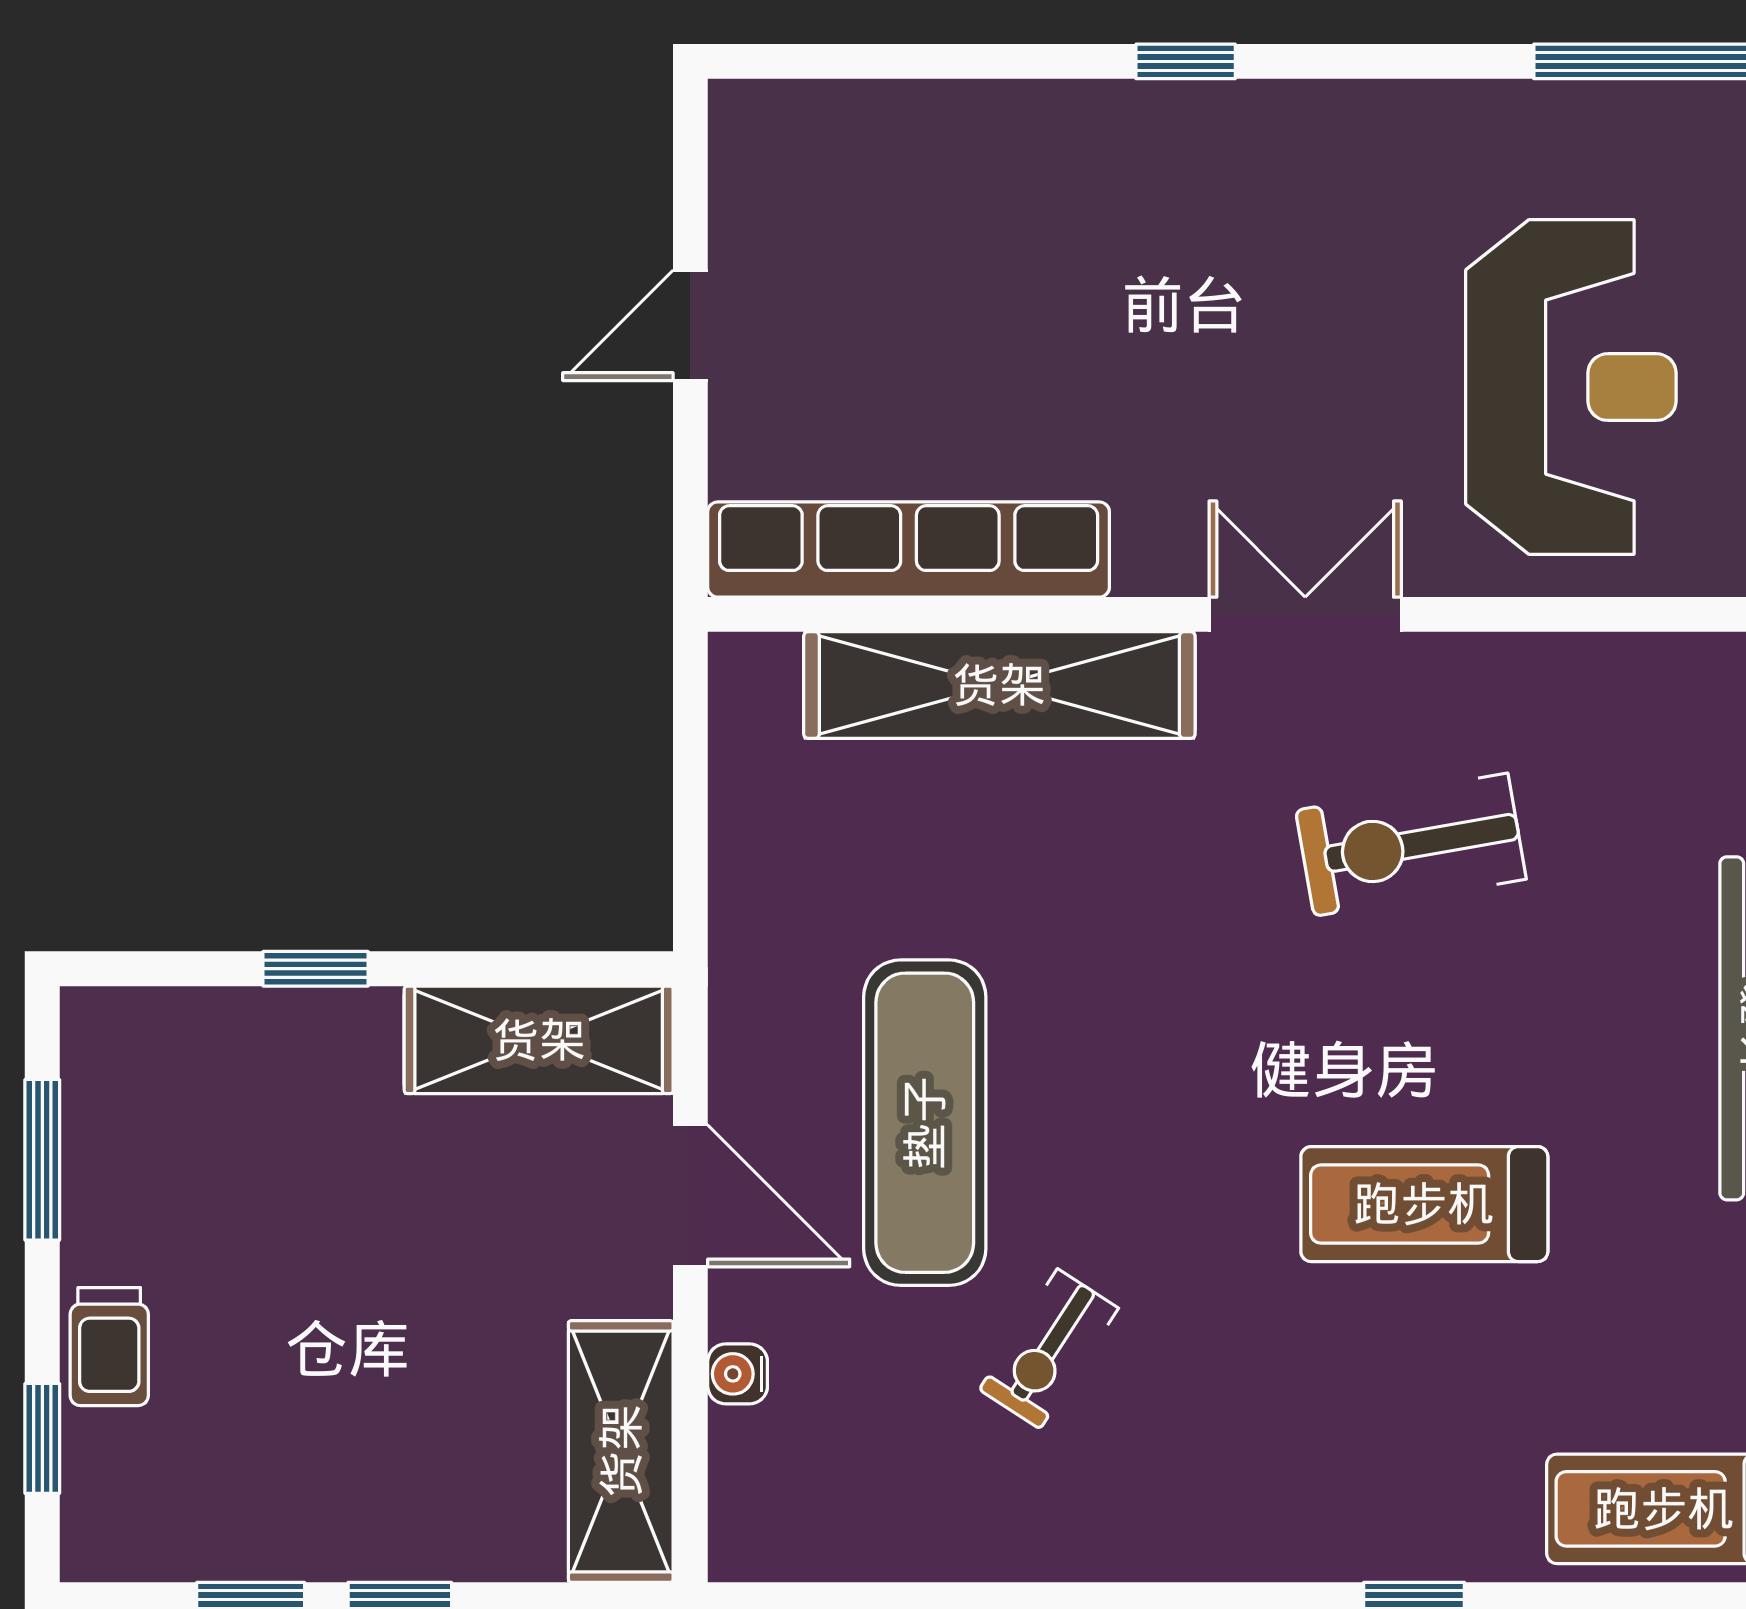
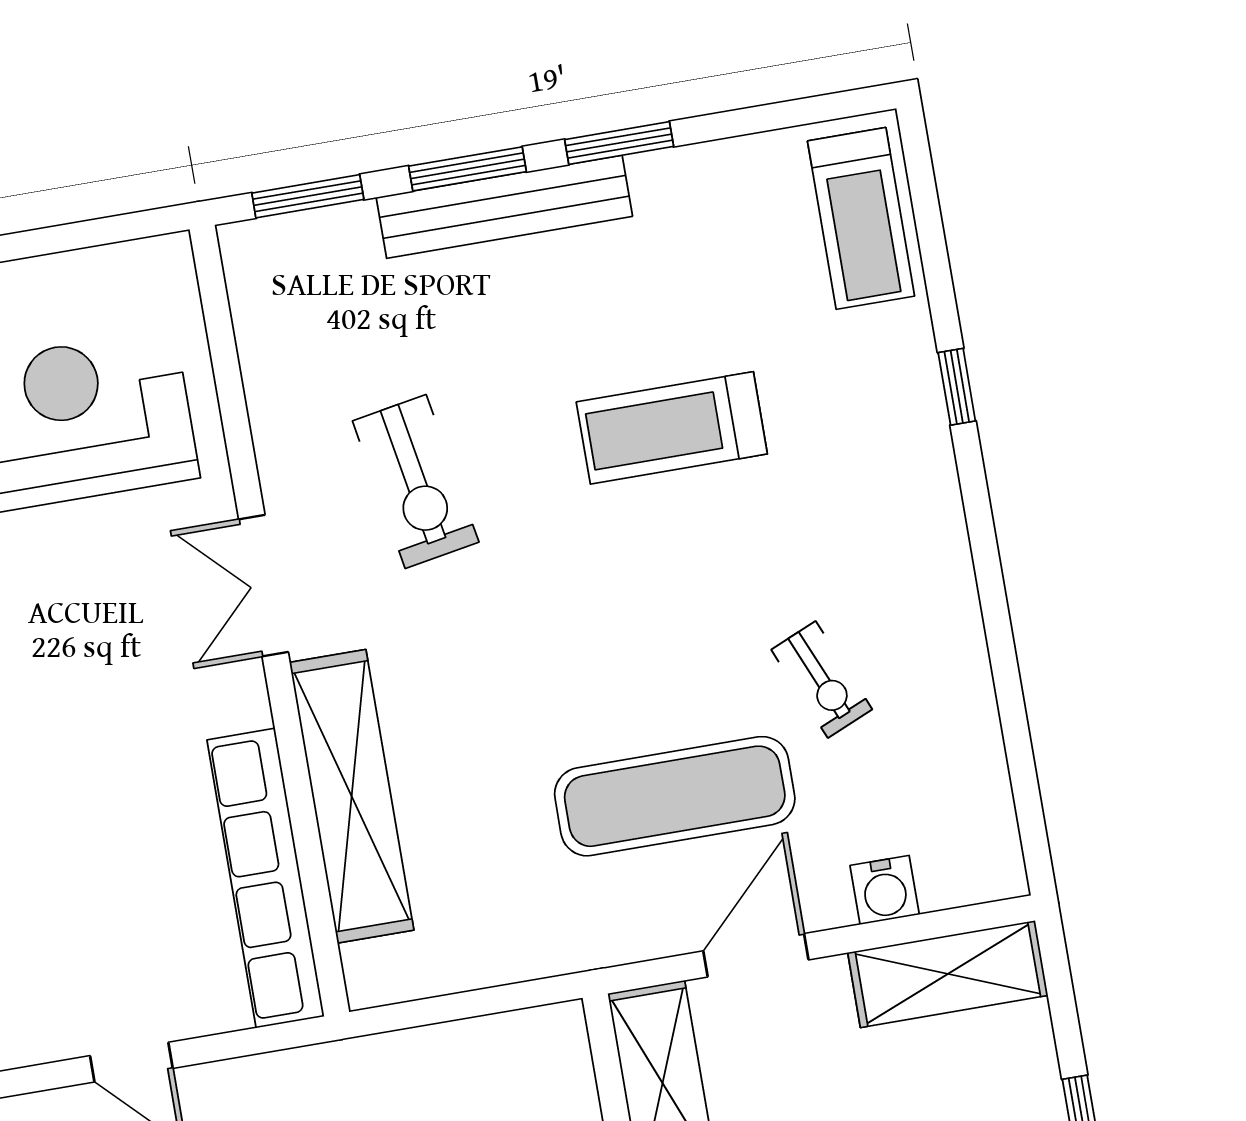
treadmill: (1424, 1204) -> (672, 428), turned 90
exercise bike: (1049, 1349) -> (822, 679), turned 34
water cooler: (738, 1374) -> (885, 890), width x1.38, depth x1.38

